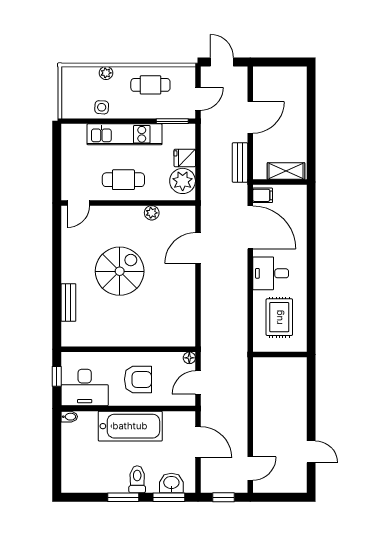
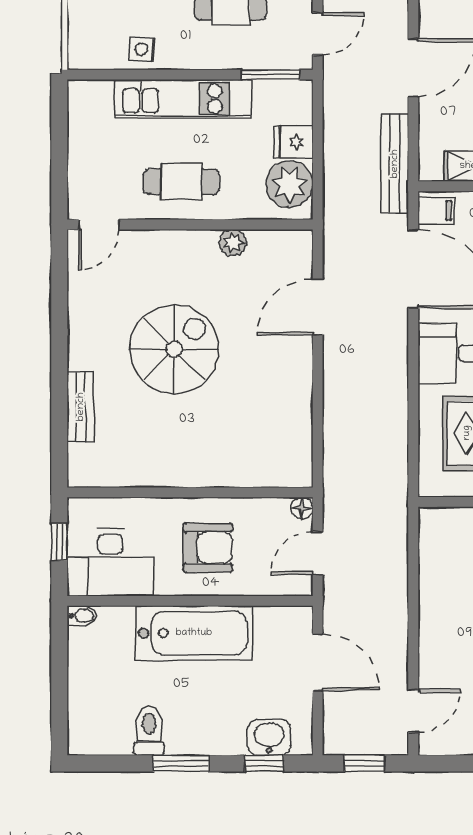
bench: (240, 162) -> (395, 164), width x1.36
toilet: (137, 479) -> (149, 731), moved
window: (169, 497) -> (264, 763), width x0.67

